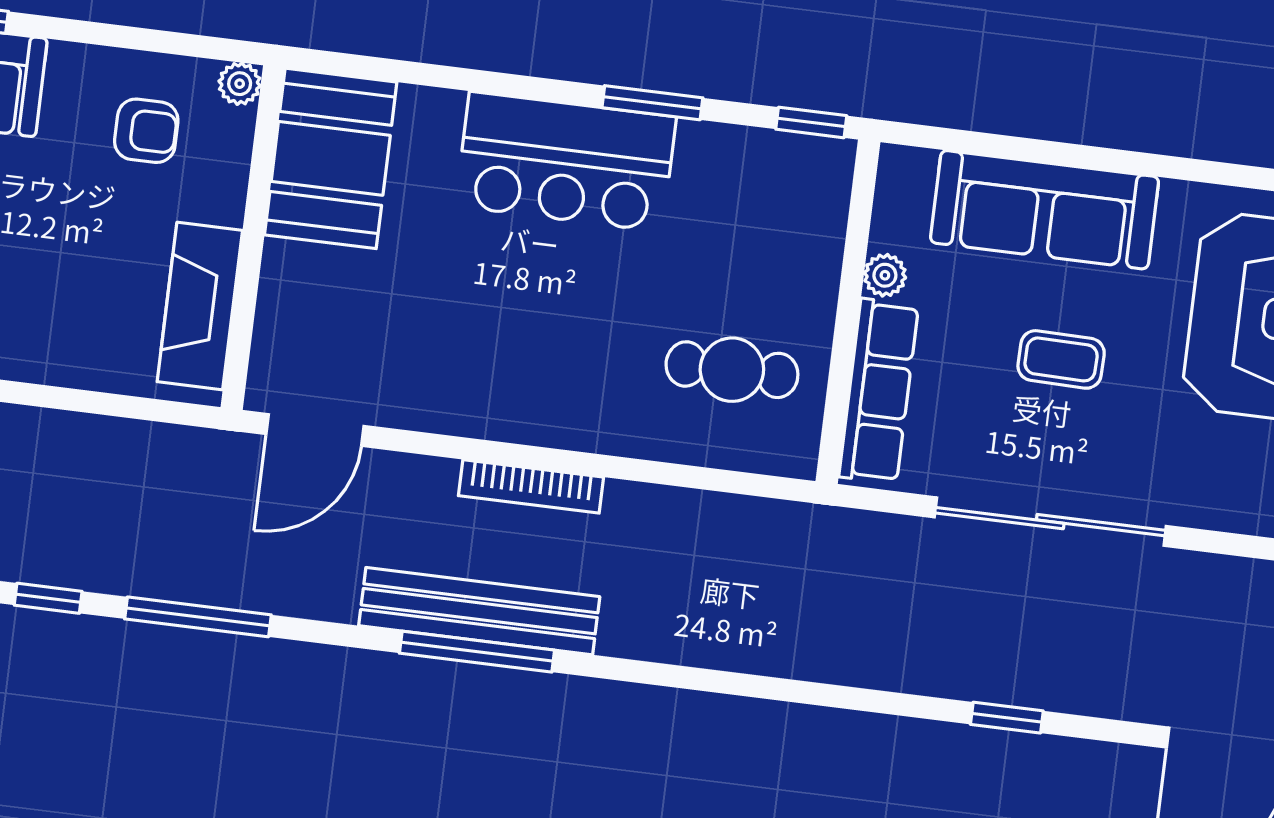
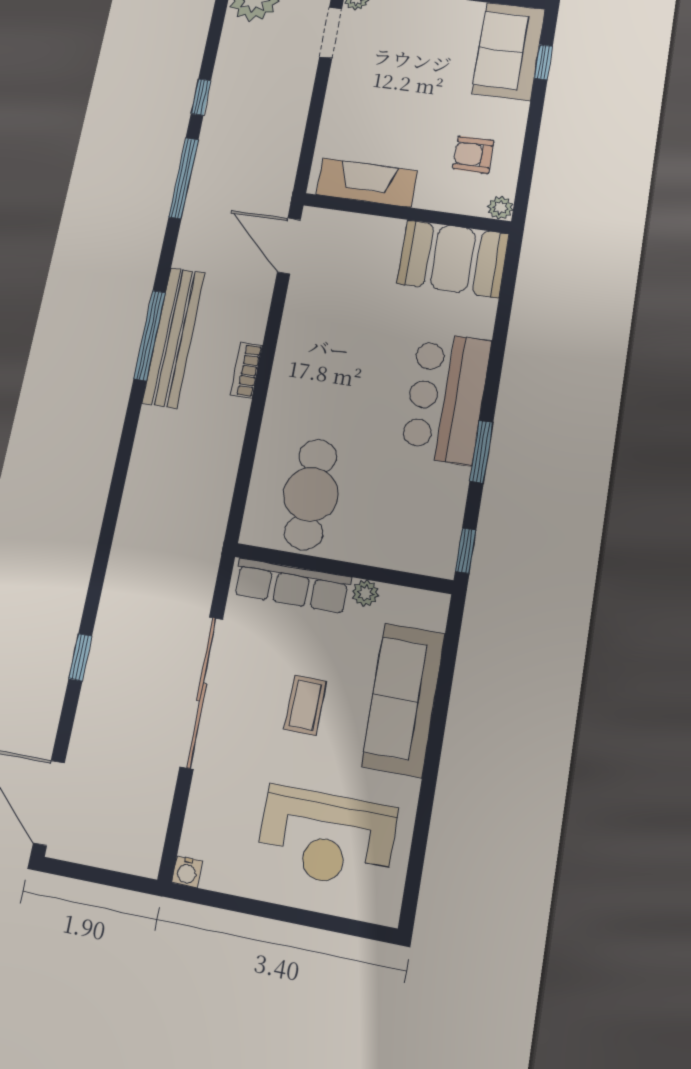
armchair: (146, 131) -> (473, 155), turned 90
cafe table: (732, 370) -> (311, 494), width x1.37, depth x1.35
bookcase: (531, 486) -> (247, 370), width x0.64

